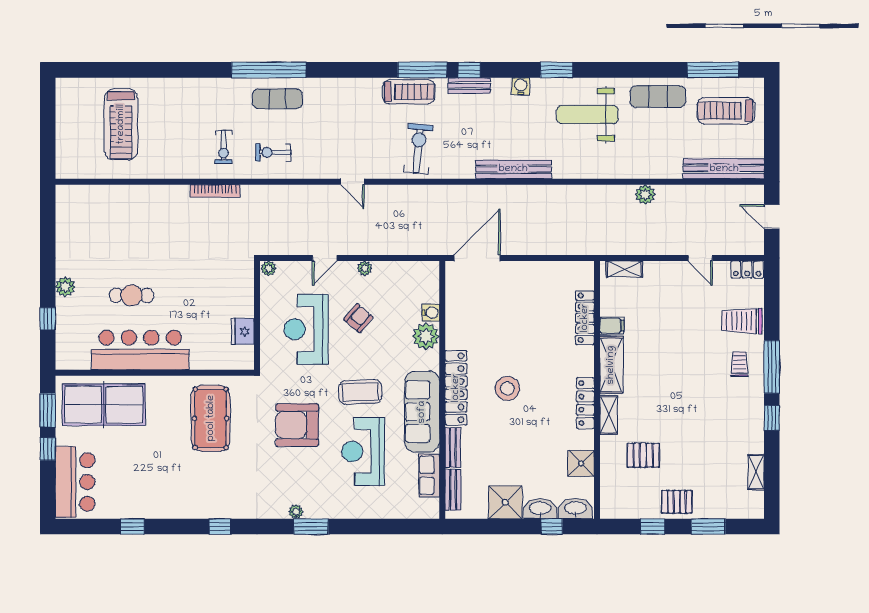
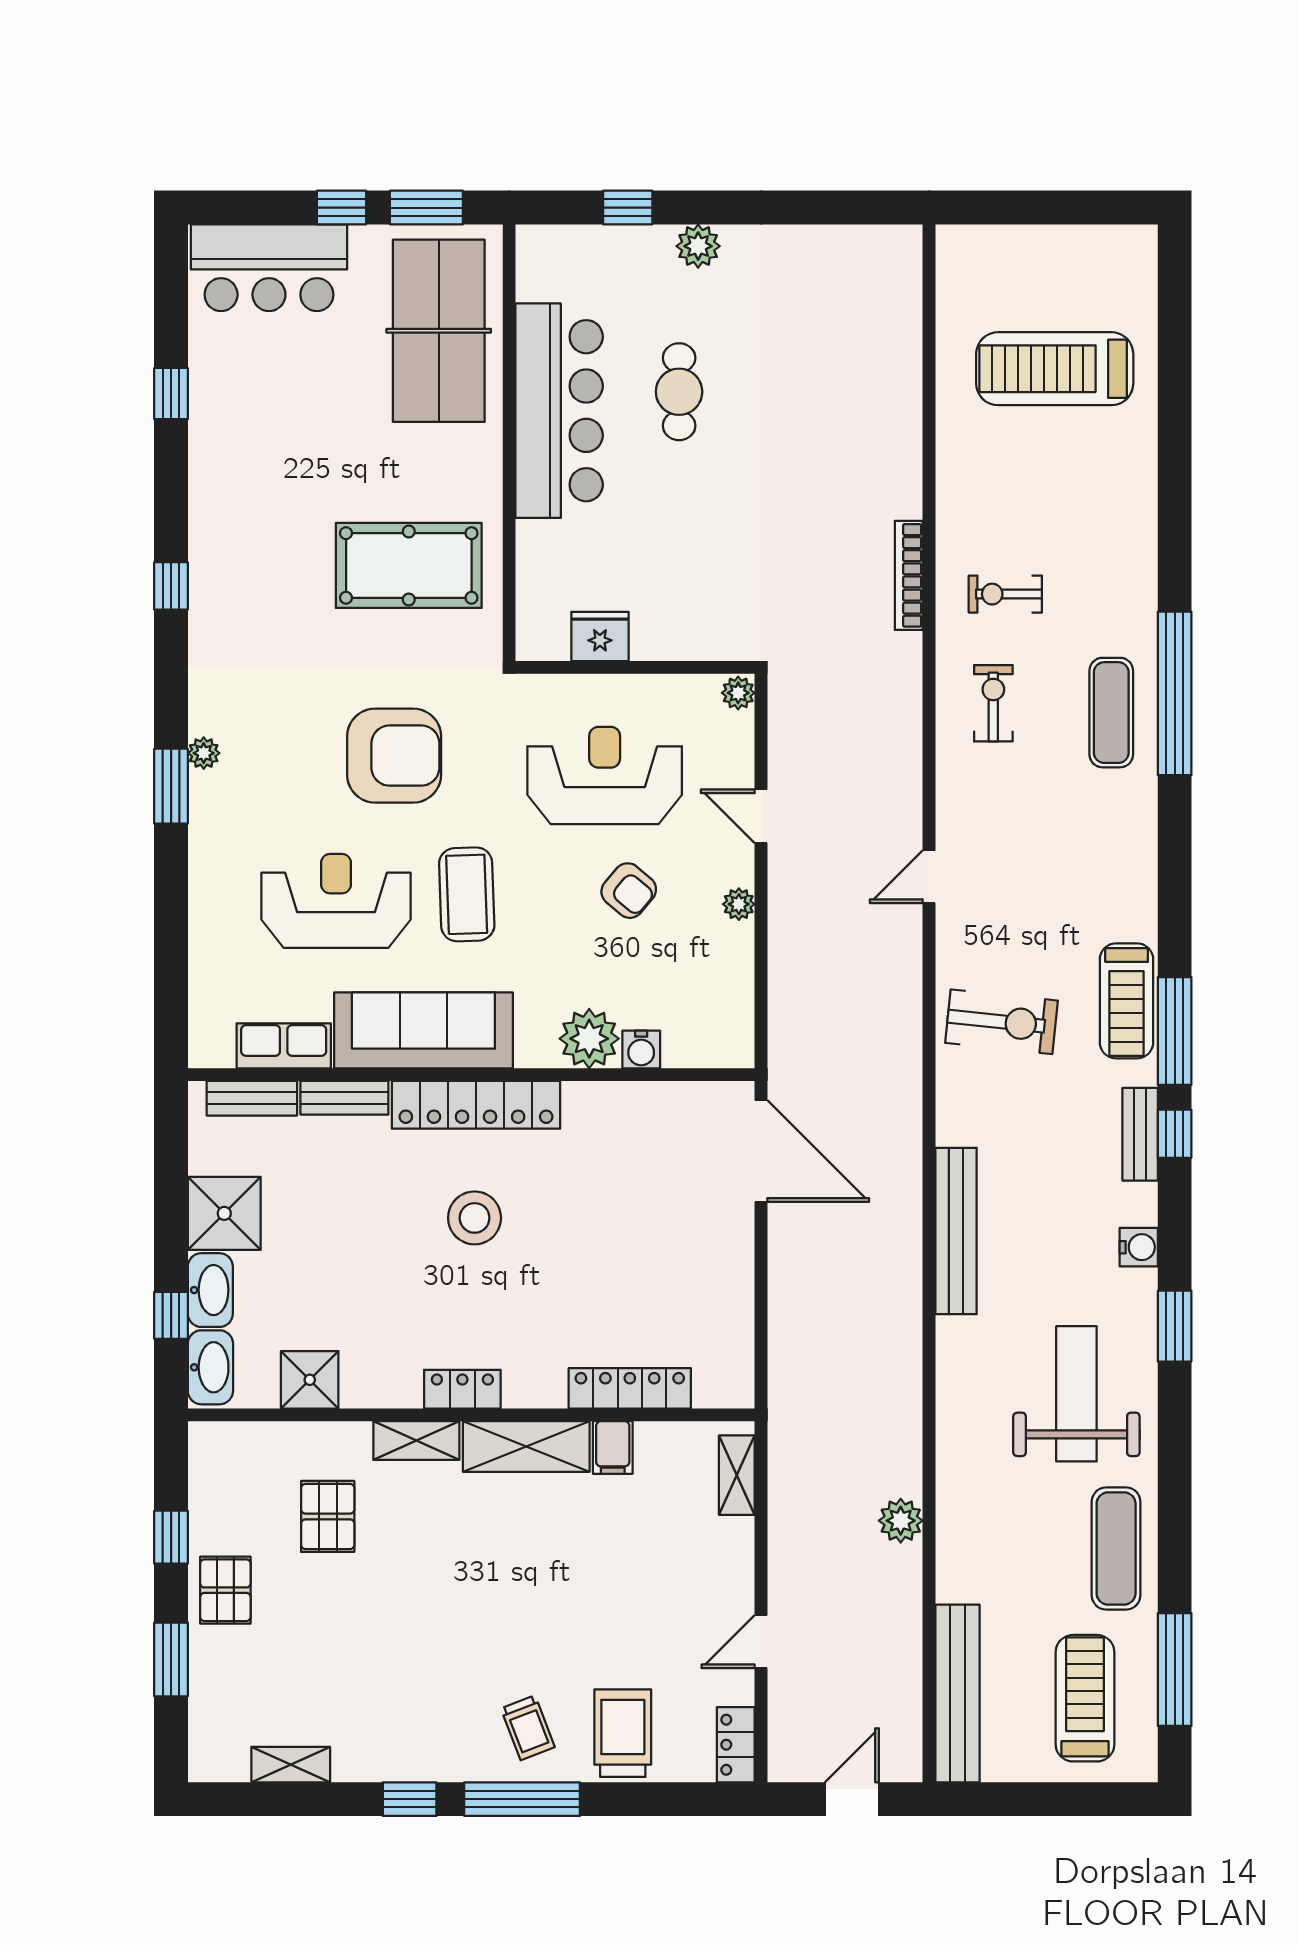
trolley: (739, 364) -> (528, 1728), turned 69
locker: (585, 403) -> (462, 1389), width x0.66
armchair: (297, 425) -> (394, 756), turned 90

